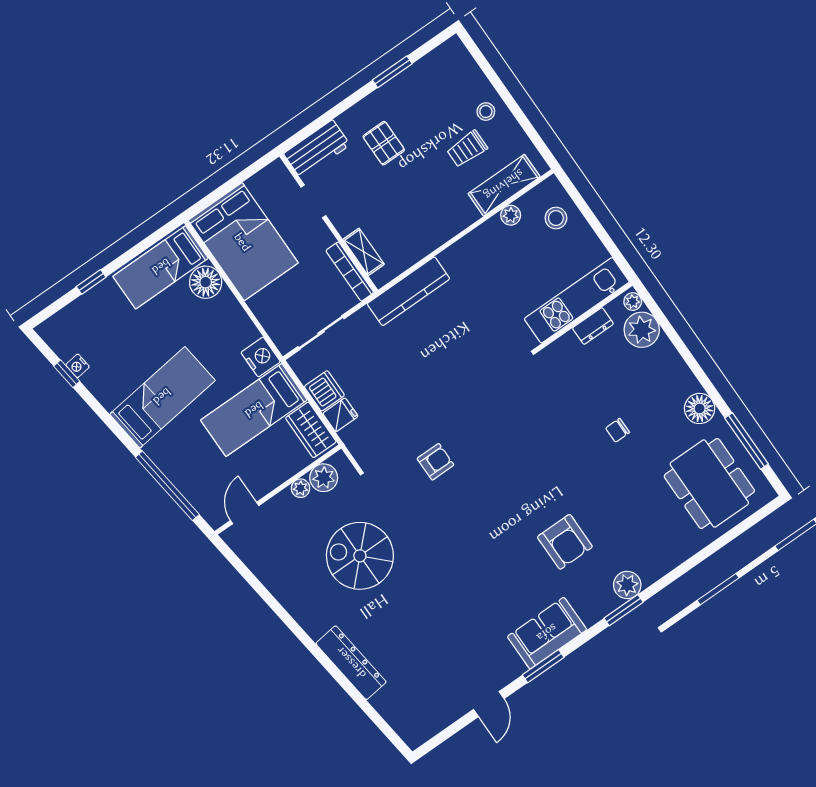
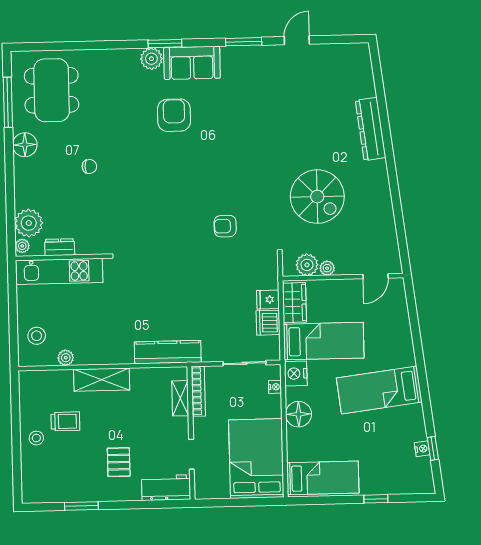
shelving: (504, 185) -> (102, 380), moved
floor lamp: (206, 282) -> (299, 414), moved
nightstand: (273, 329) -> (275, 387), added
window: (167, 486) -> (415, 329), removed
sofa: (547, 633) -> (192, 63), moved

